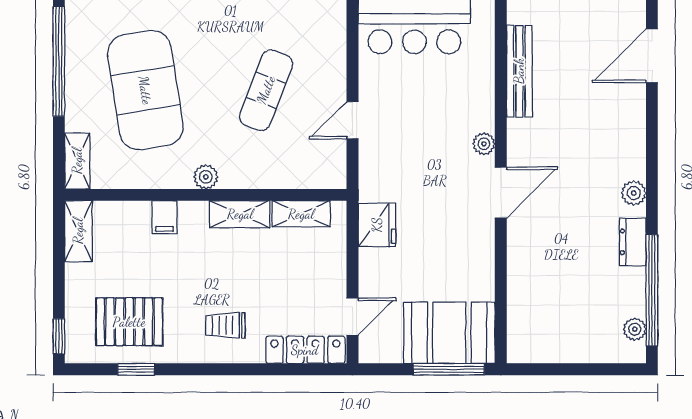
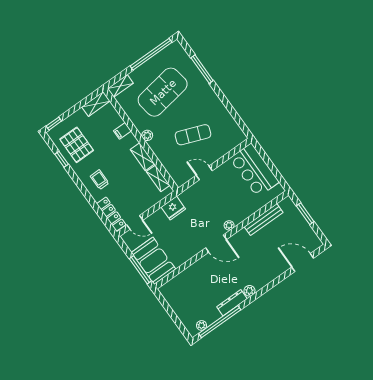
dresser: (633, 242) -> (232, 303), width x1.44

